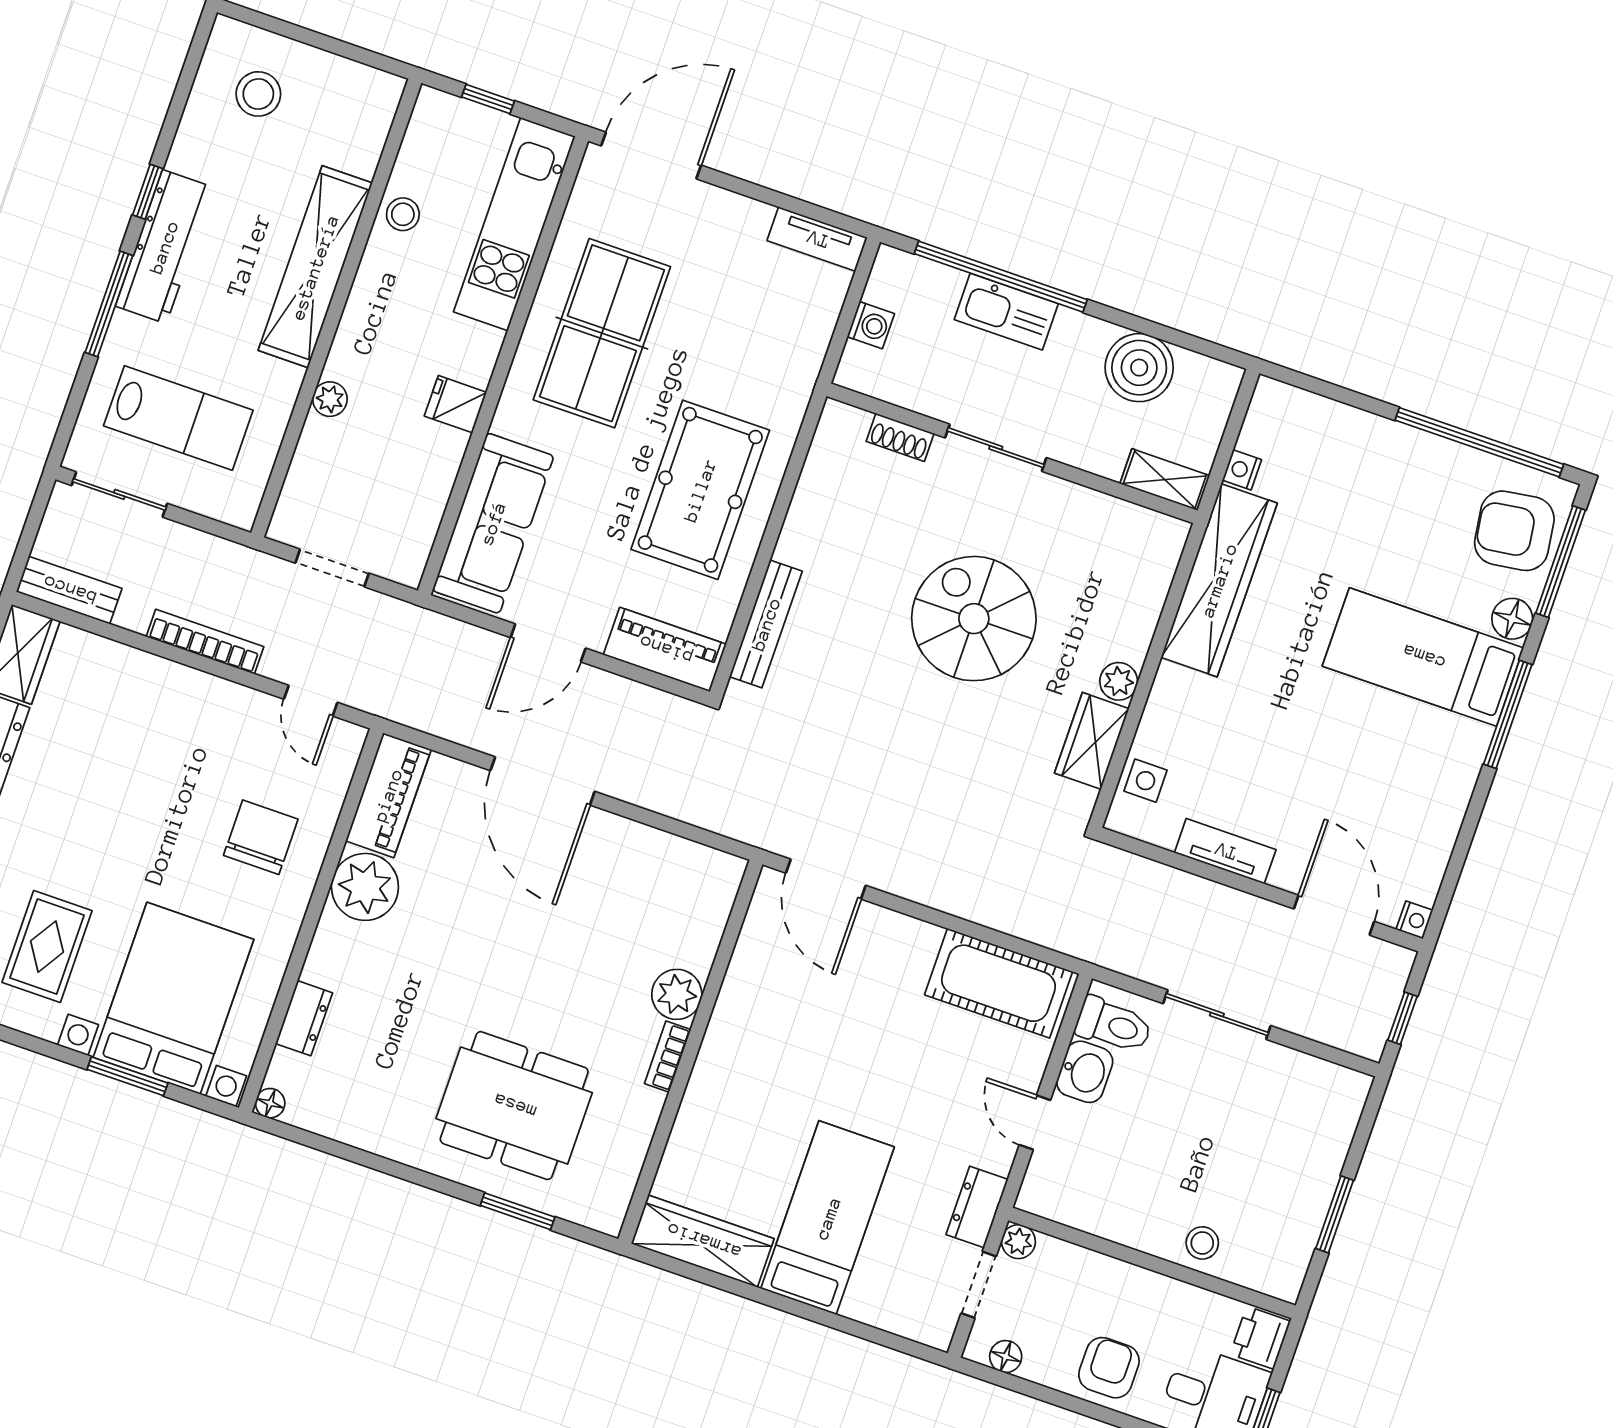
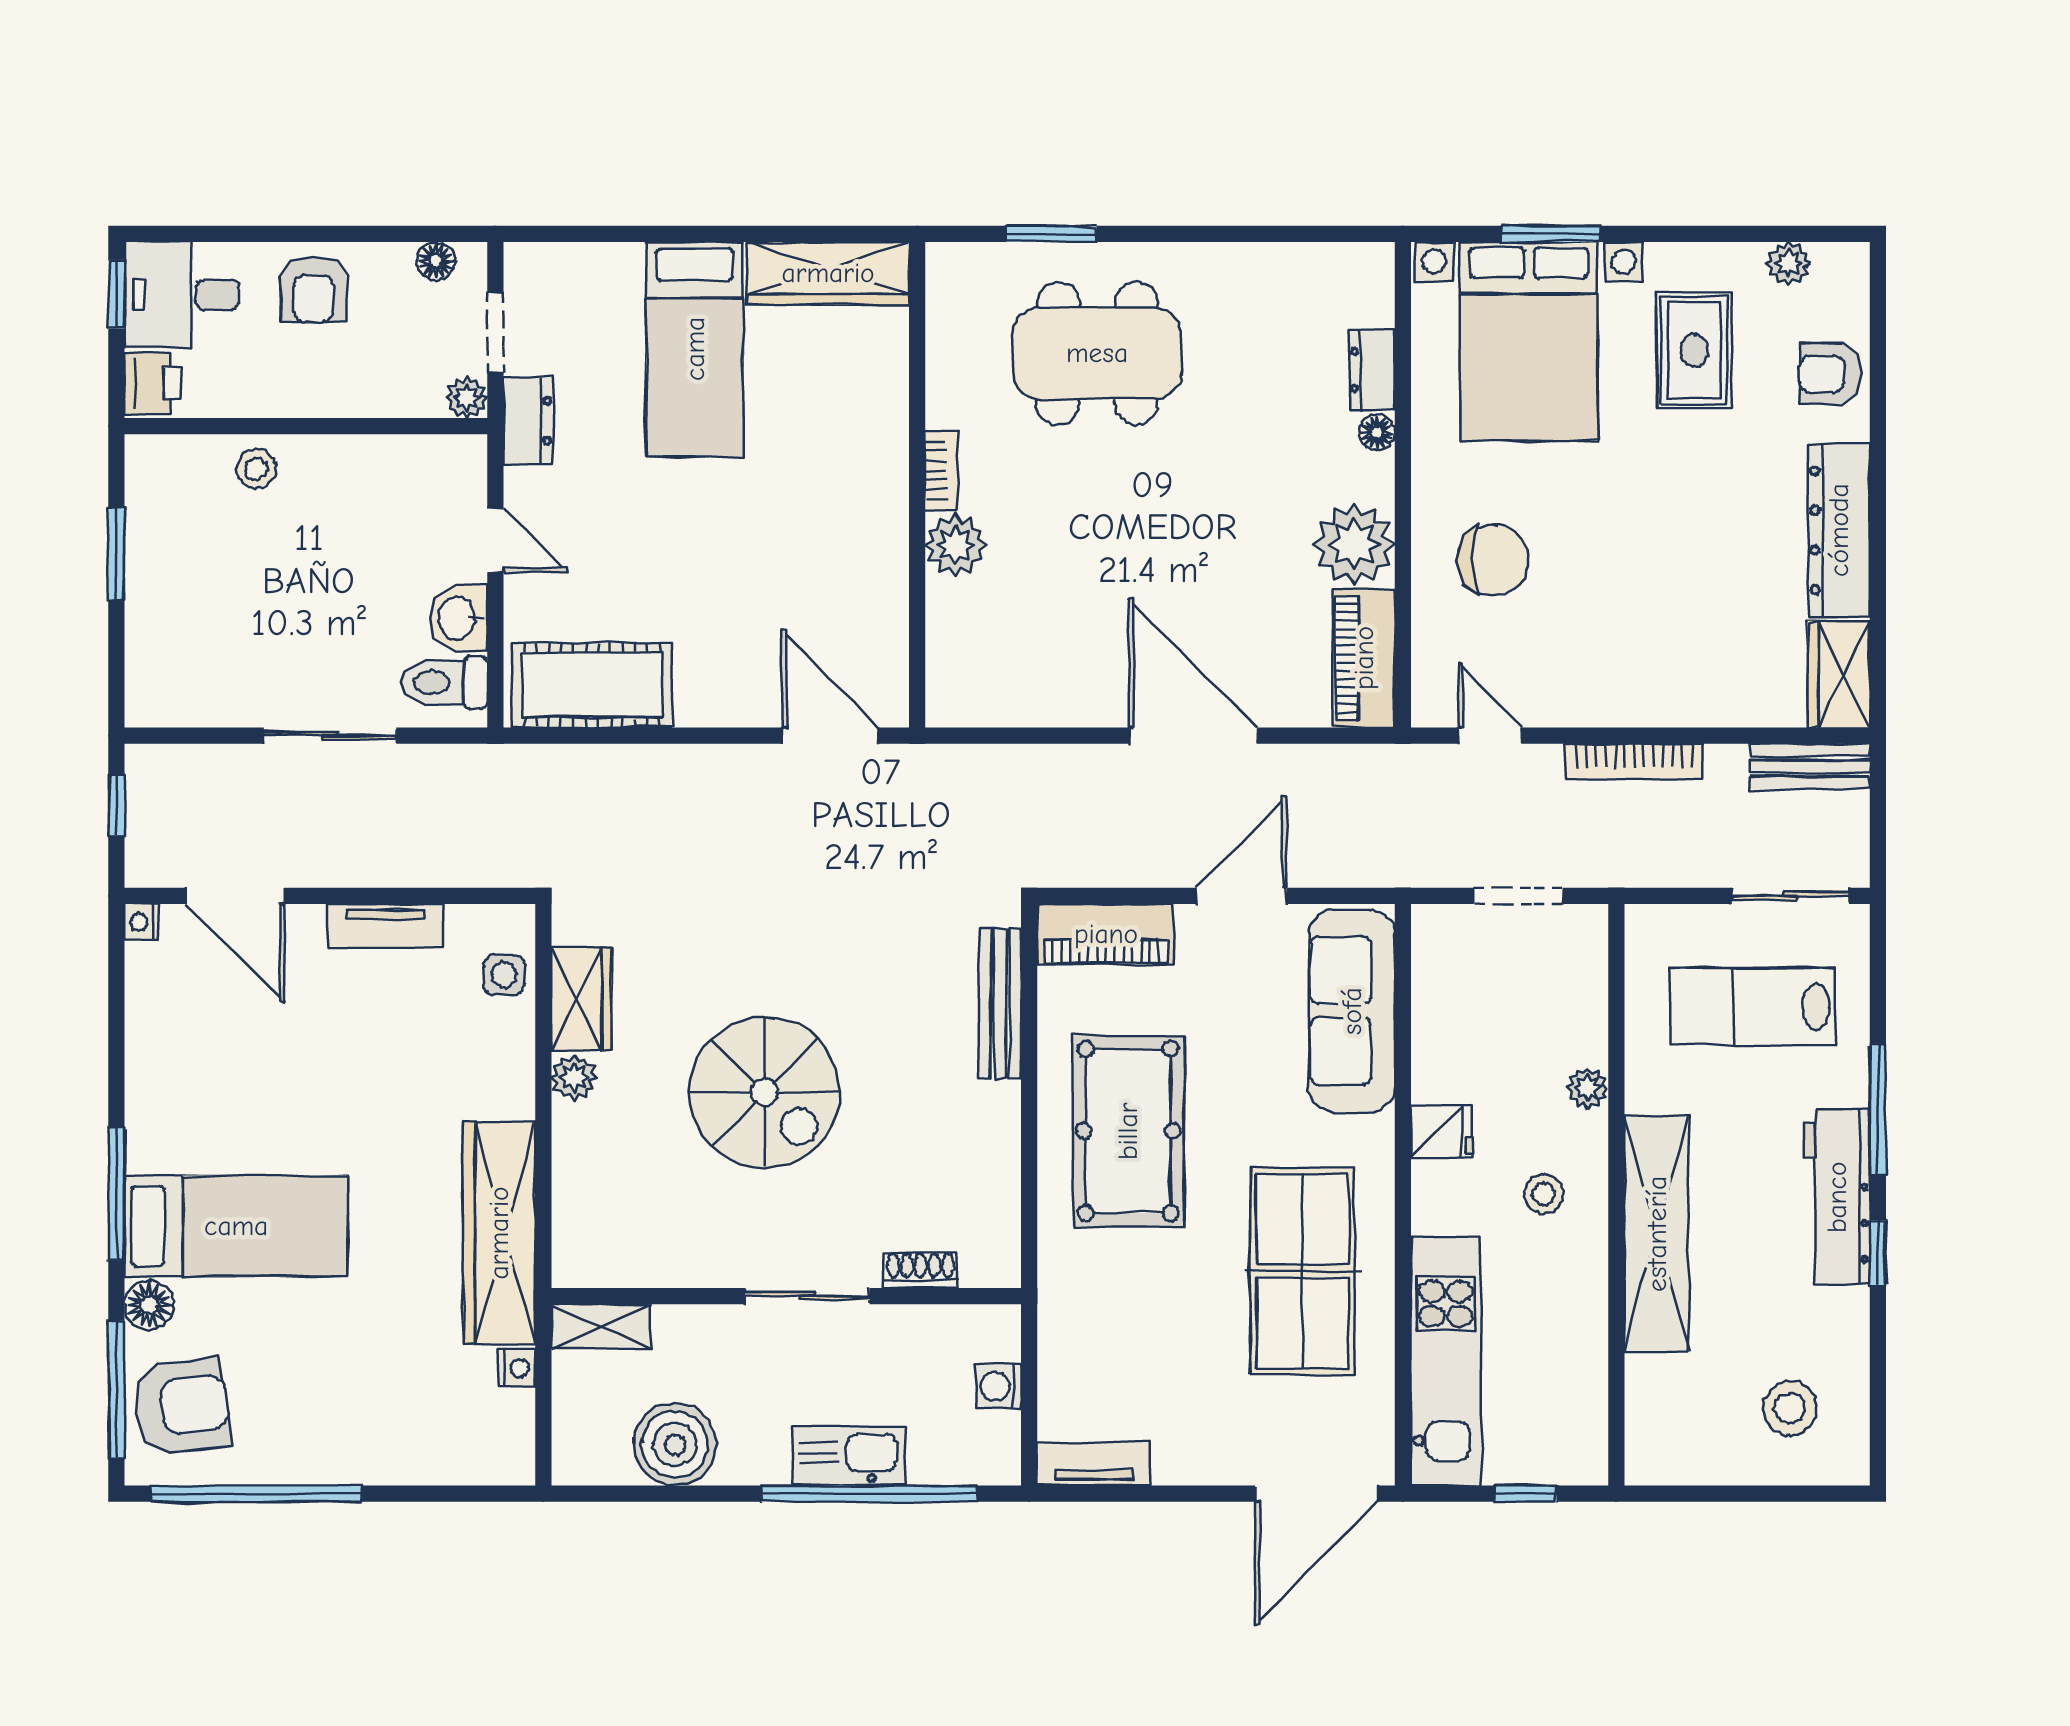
stool: (403, 214) -> (1544, 1194), moved
chair: (261, 837) -> (1493, 560), turned -90
floor lamp: (270, 1103) -> (1377, 433), moved

